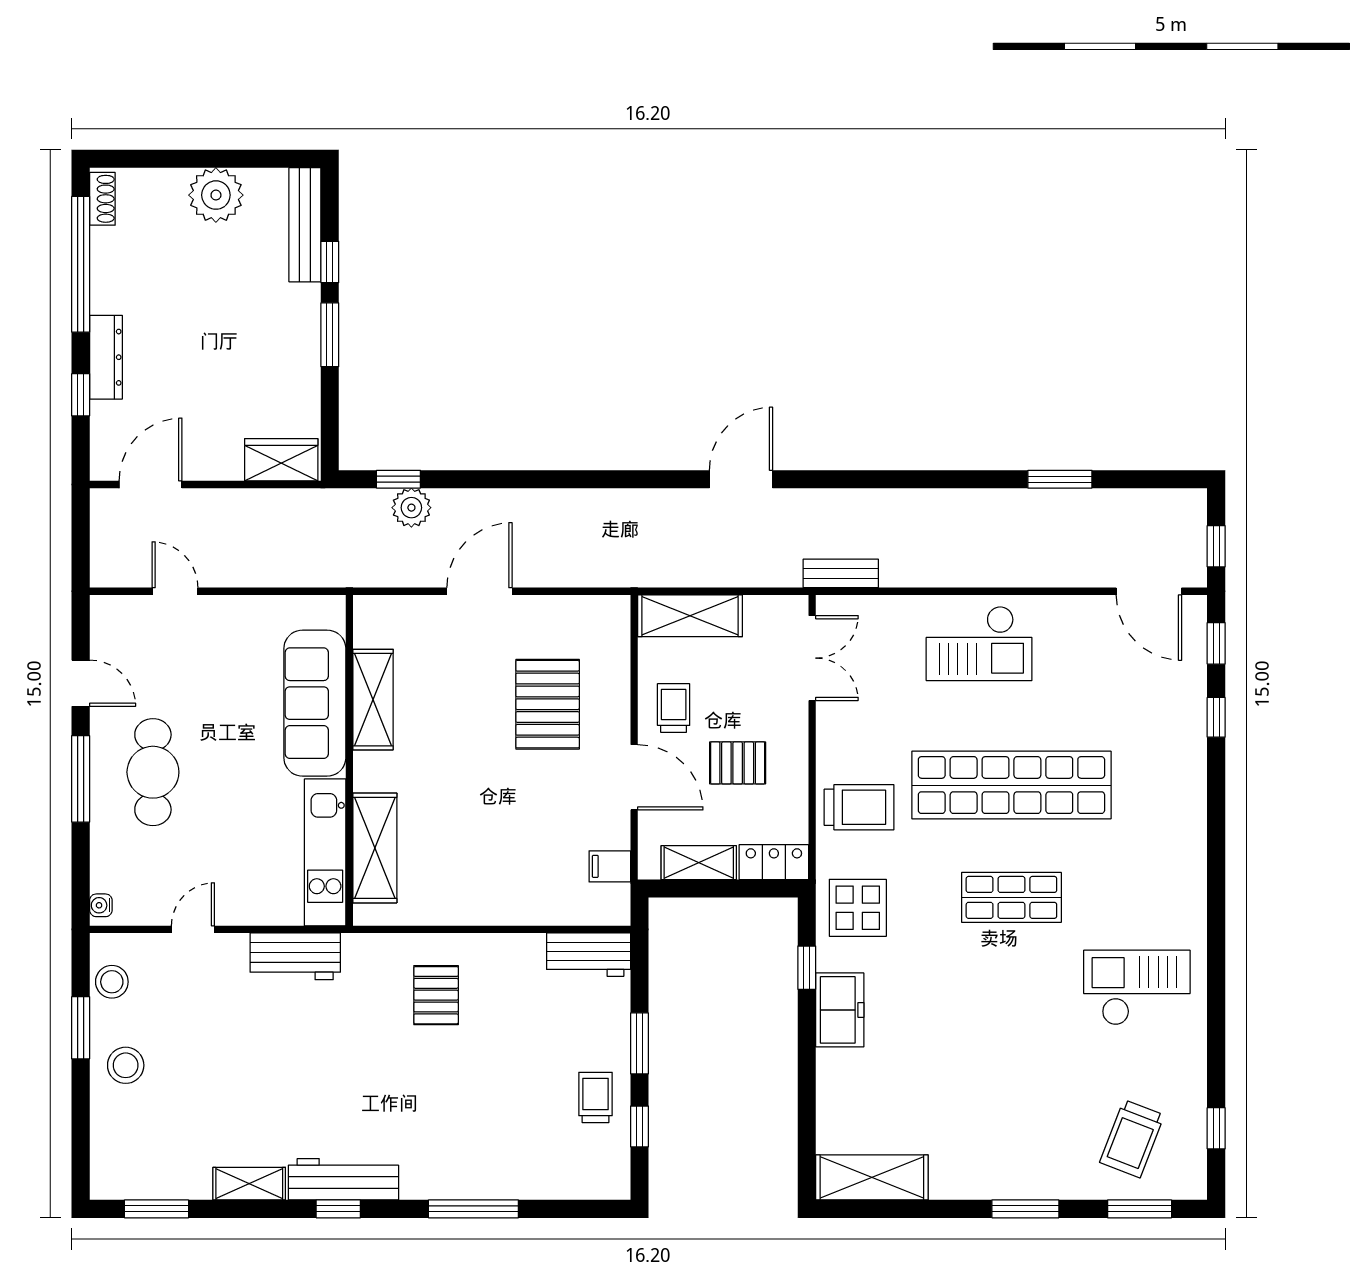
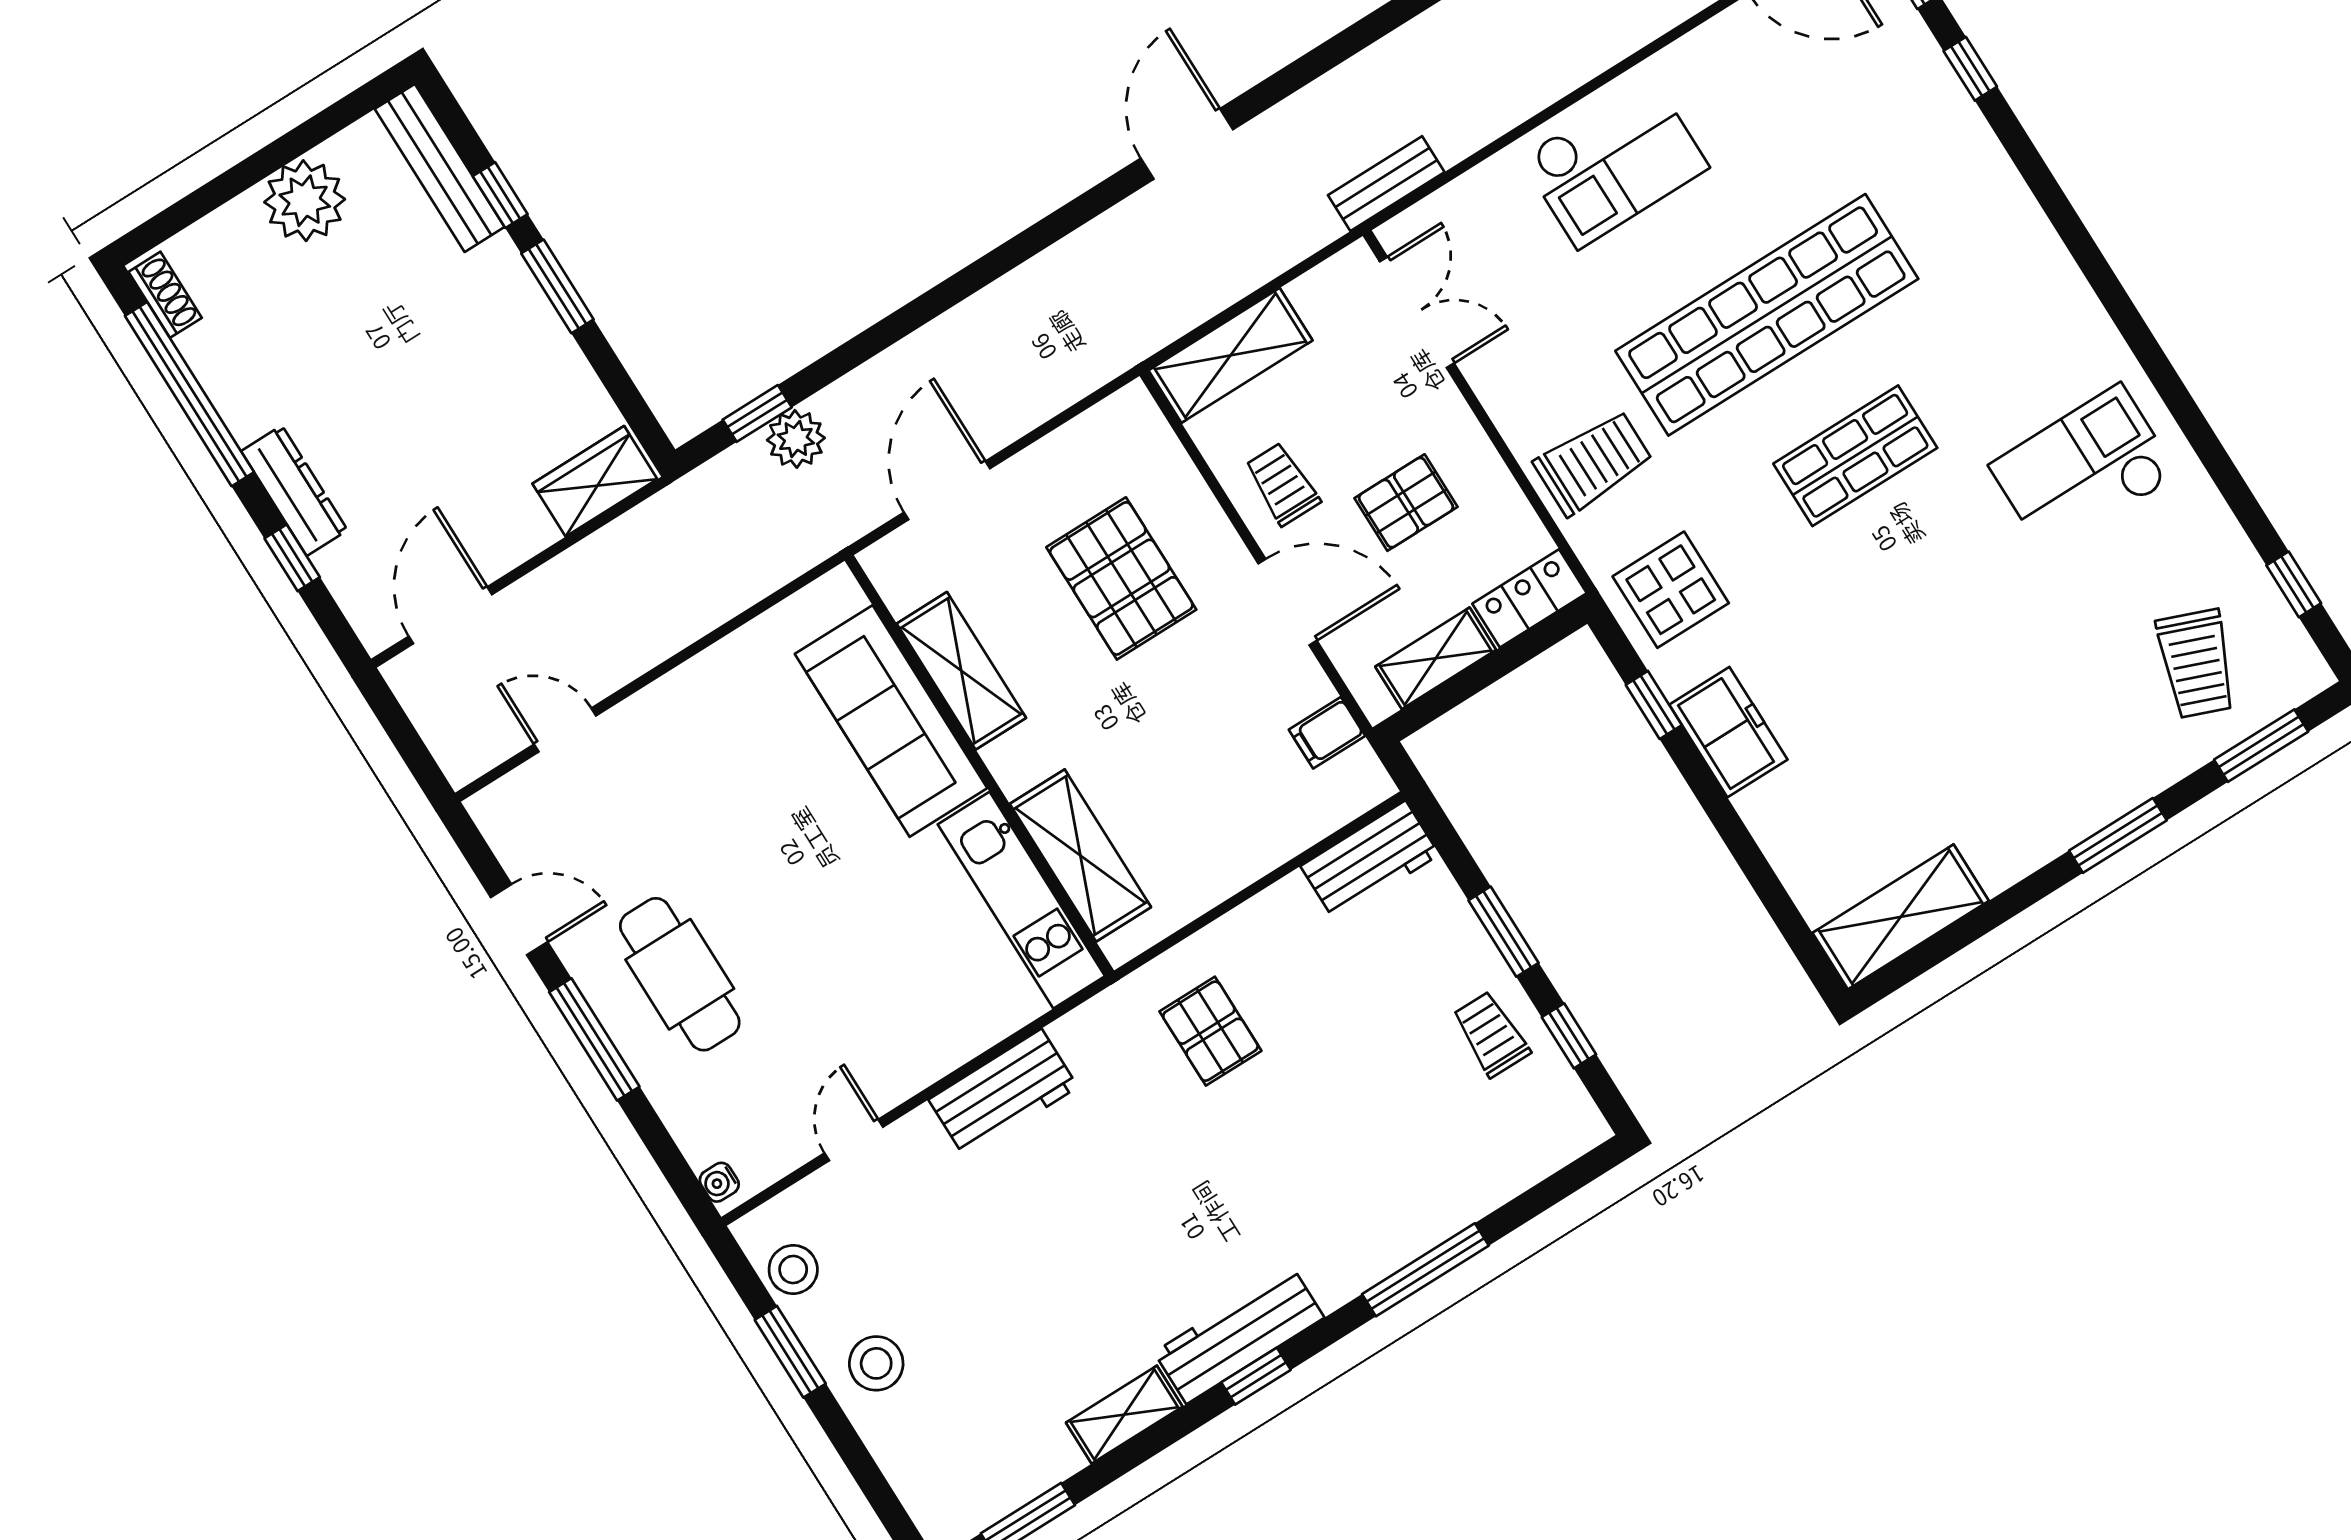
shelving: (373, 700) -> (961, 671), moved
sofa: (315, 703) -> (891, 721), moved
wall: (349, 760) -> (979, 766), moved
shelving: (375, 848) -> (1080, 855), moved
kitchen unit: (325, 852) -> (1021, 900), moved

